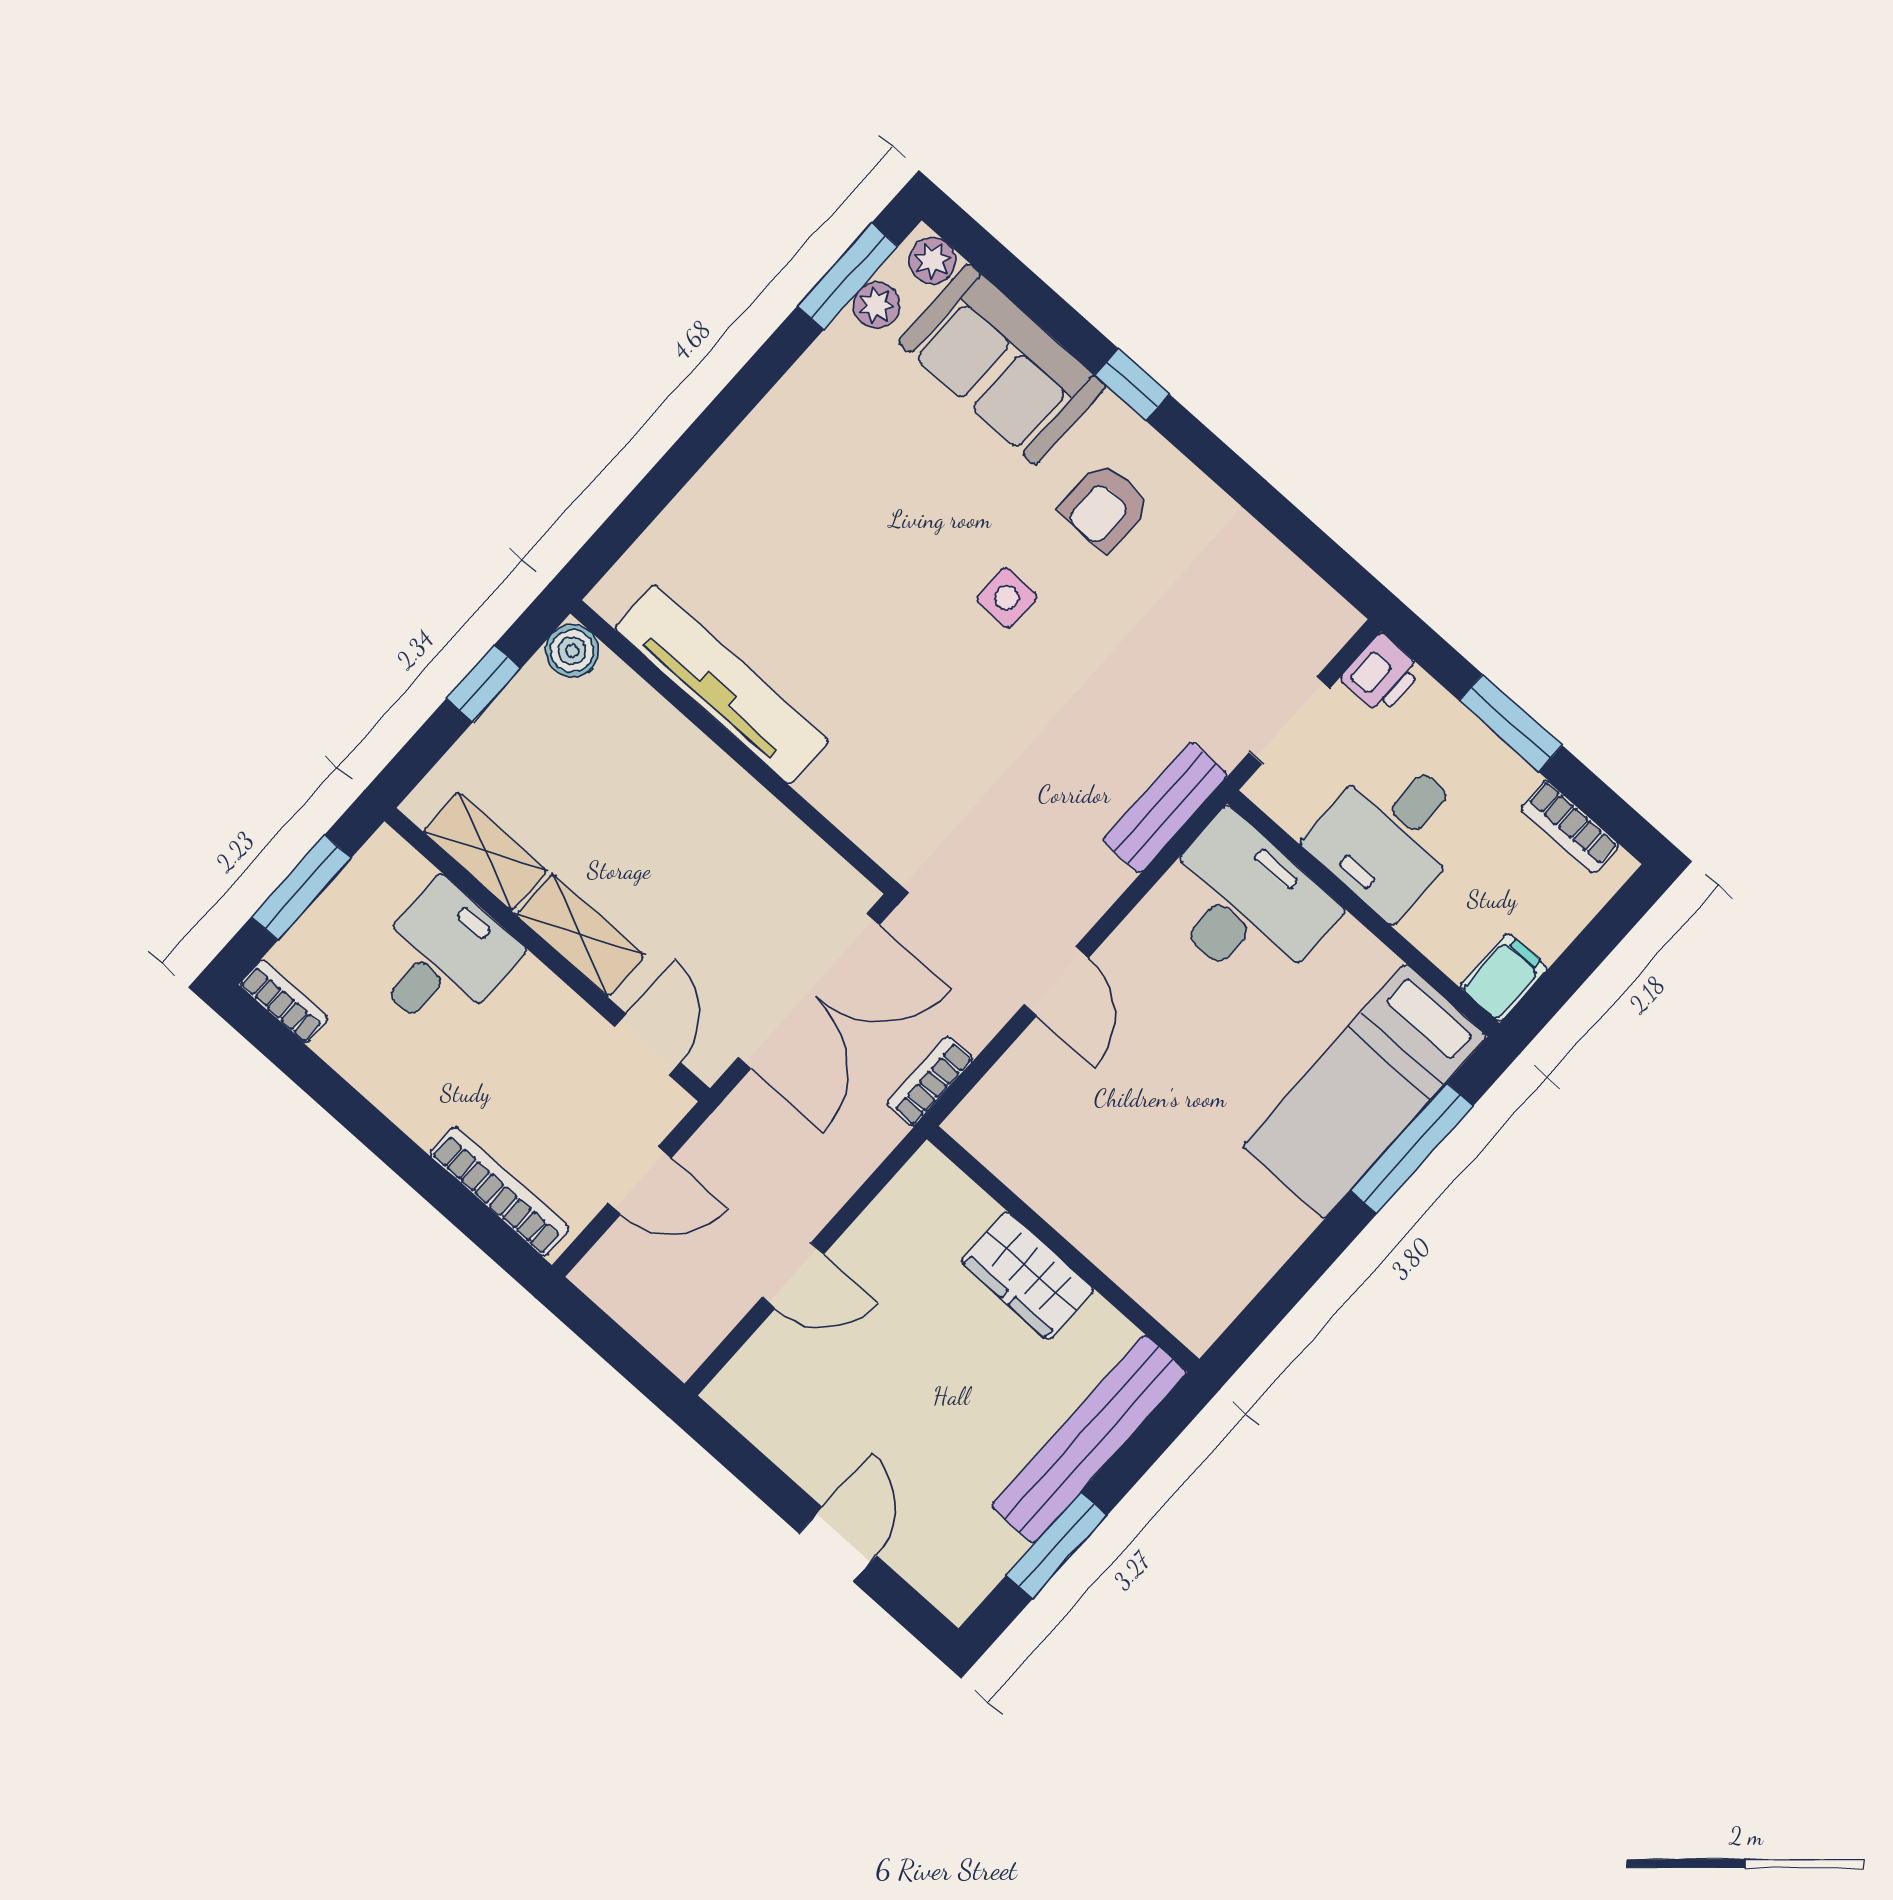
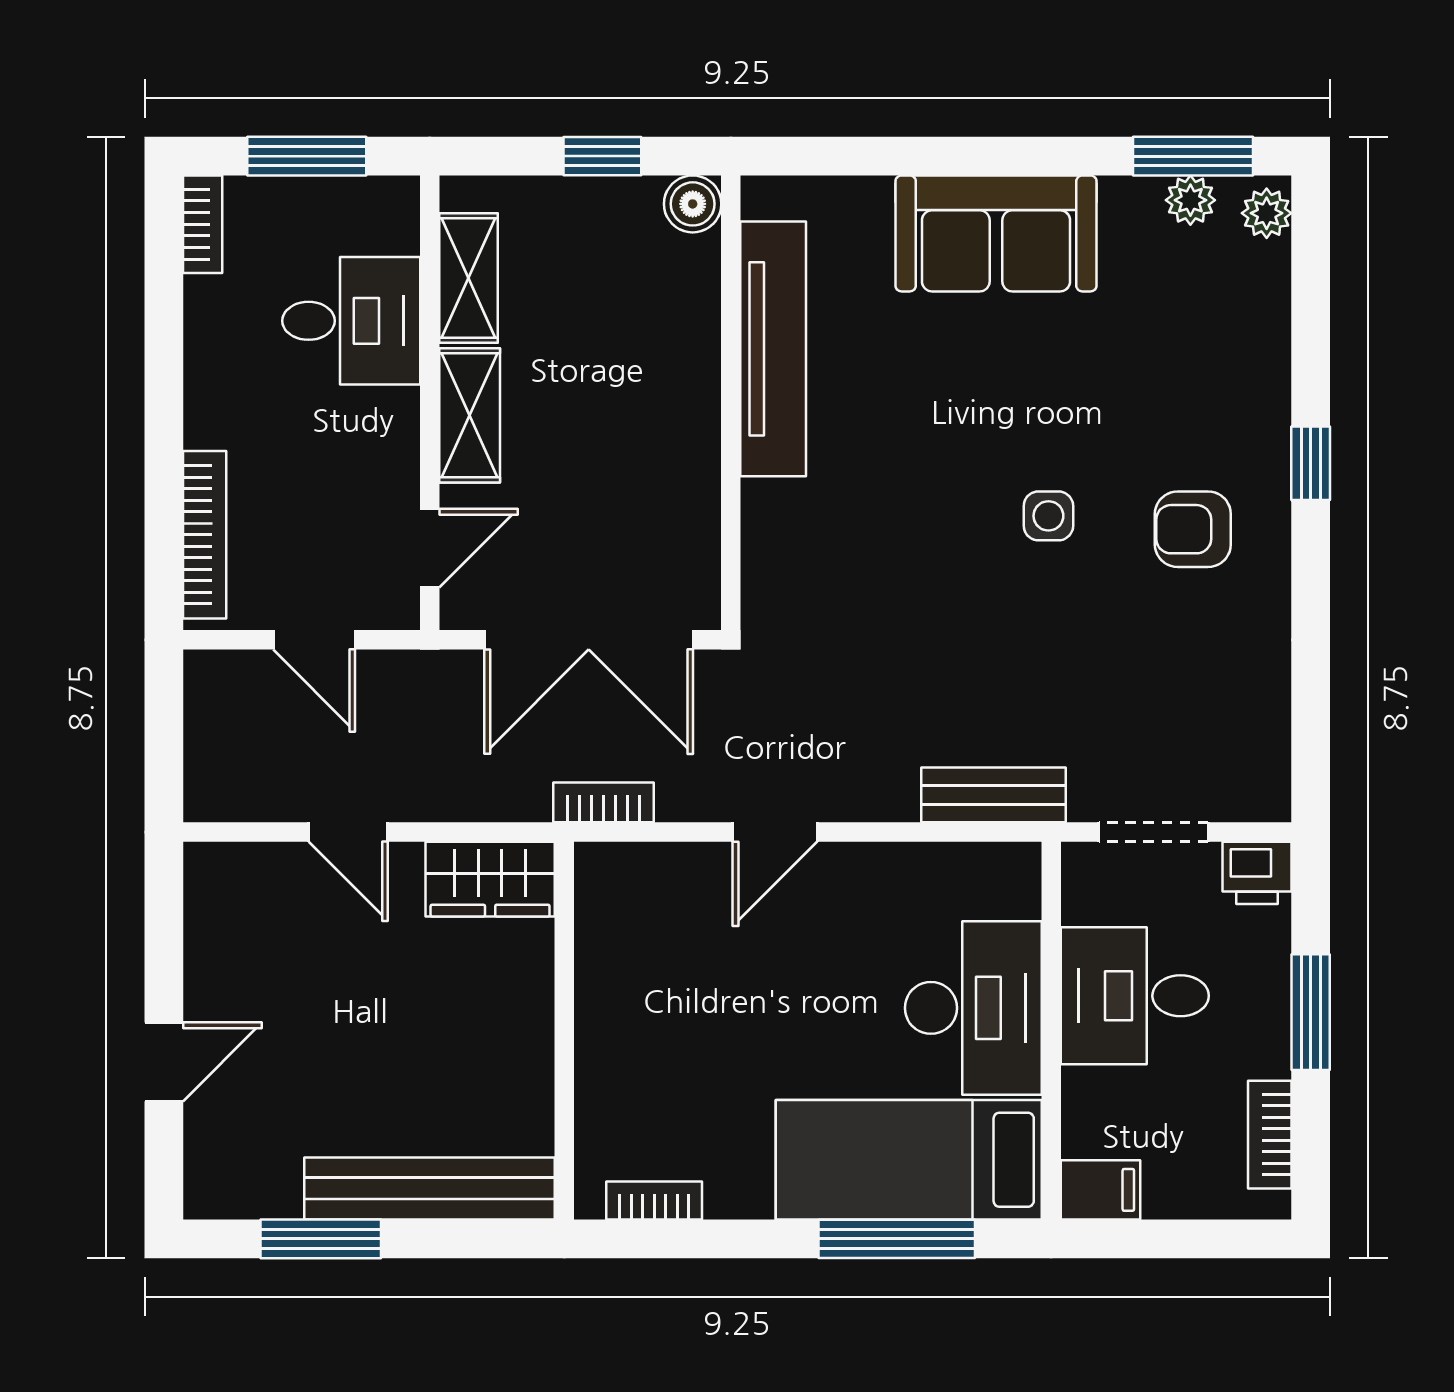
sofa: (1002, 364) -> (996, 233), moved, turned -90
desk: (1245, 904) -> (973, 1008), moved
wardrobe: (1027, 1276) -> (490, 879), moved, turned -90
bookcase: (1236, 1292) -> (654, 1201), added

